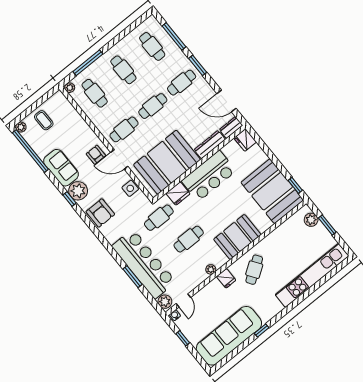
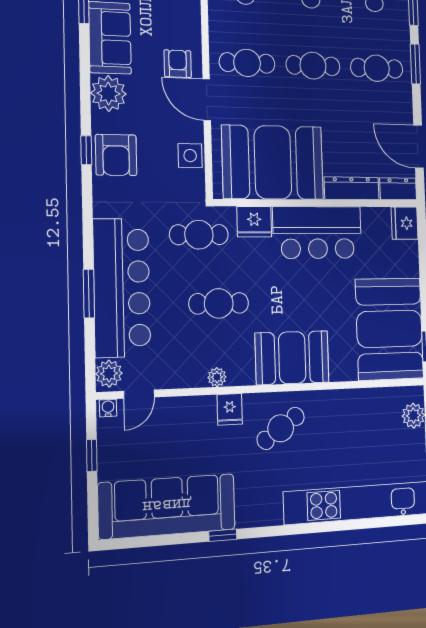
window: (69, 199) -> (86, 150), moved

